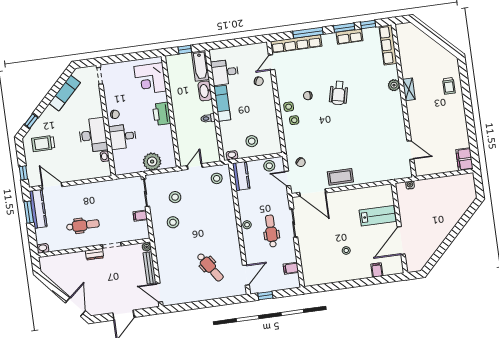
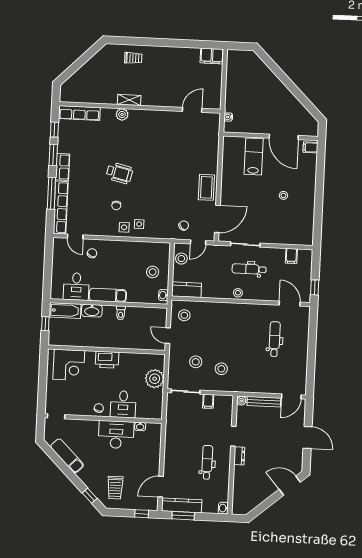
row of seats: (349, 37) -> (63, 167), moved
dental chair: (210, 267) -> (275, 339), turned -56
filing cabinet: (377, 270) -> (311, 147), moved

